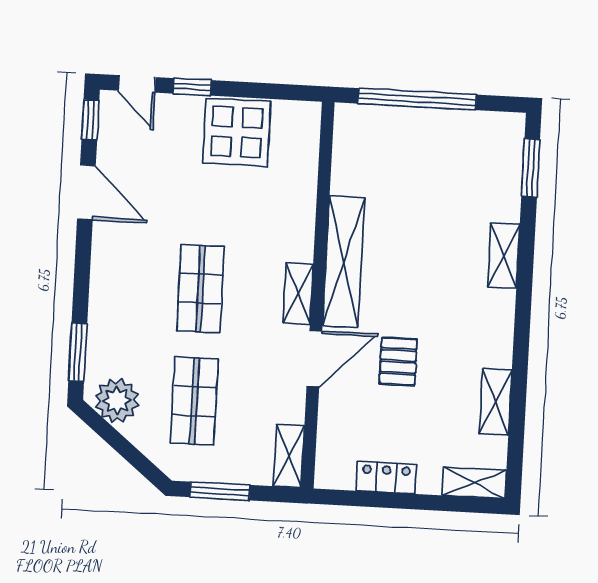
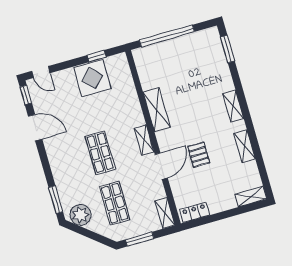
window: (192, 87) -> (97, 56), moved
shelving: (504, 255) -> (233, 106), moved
shelving: (344, 262) -> (157, 110), width x0.68
shelving: (495, 402) -> (244, 146), moved
locker: (386, 478) -> (195, 212), moved

